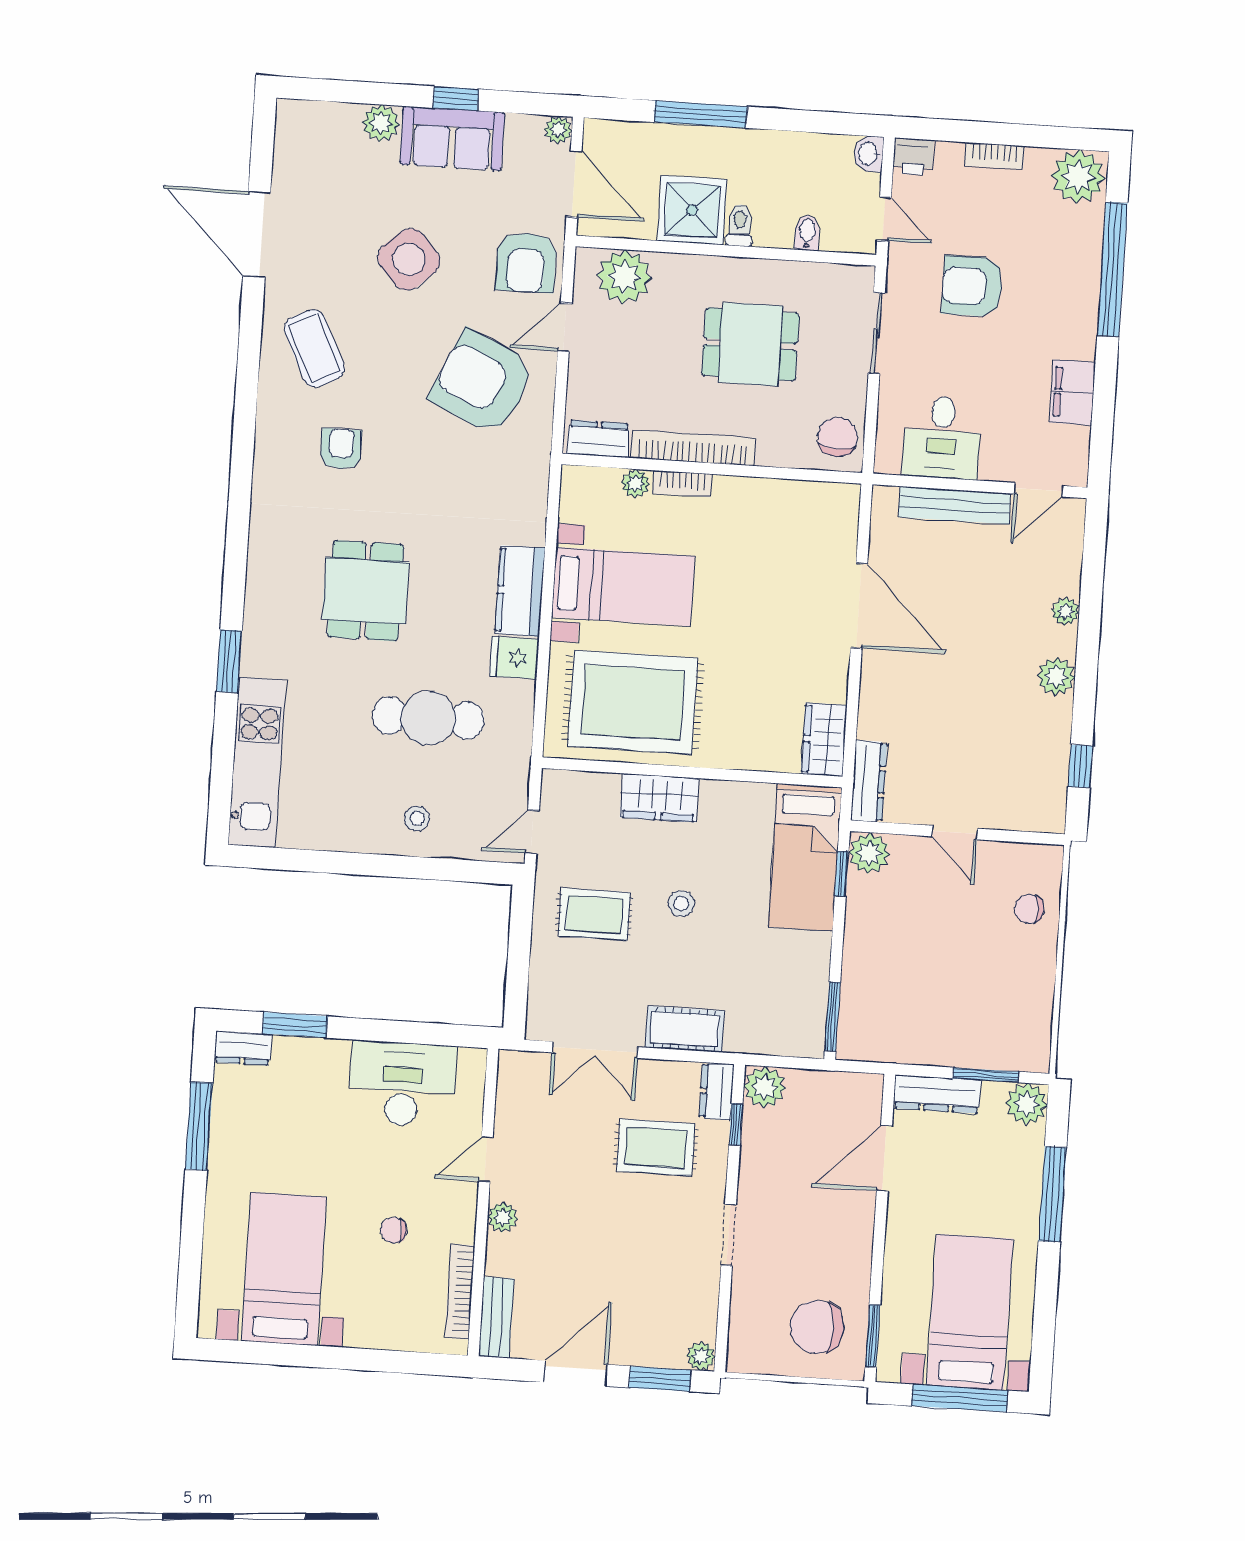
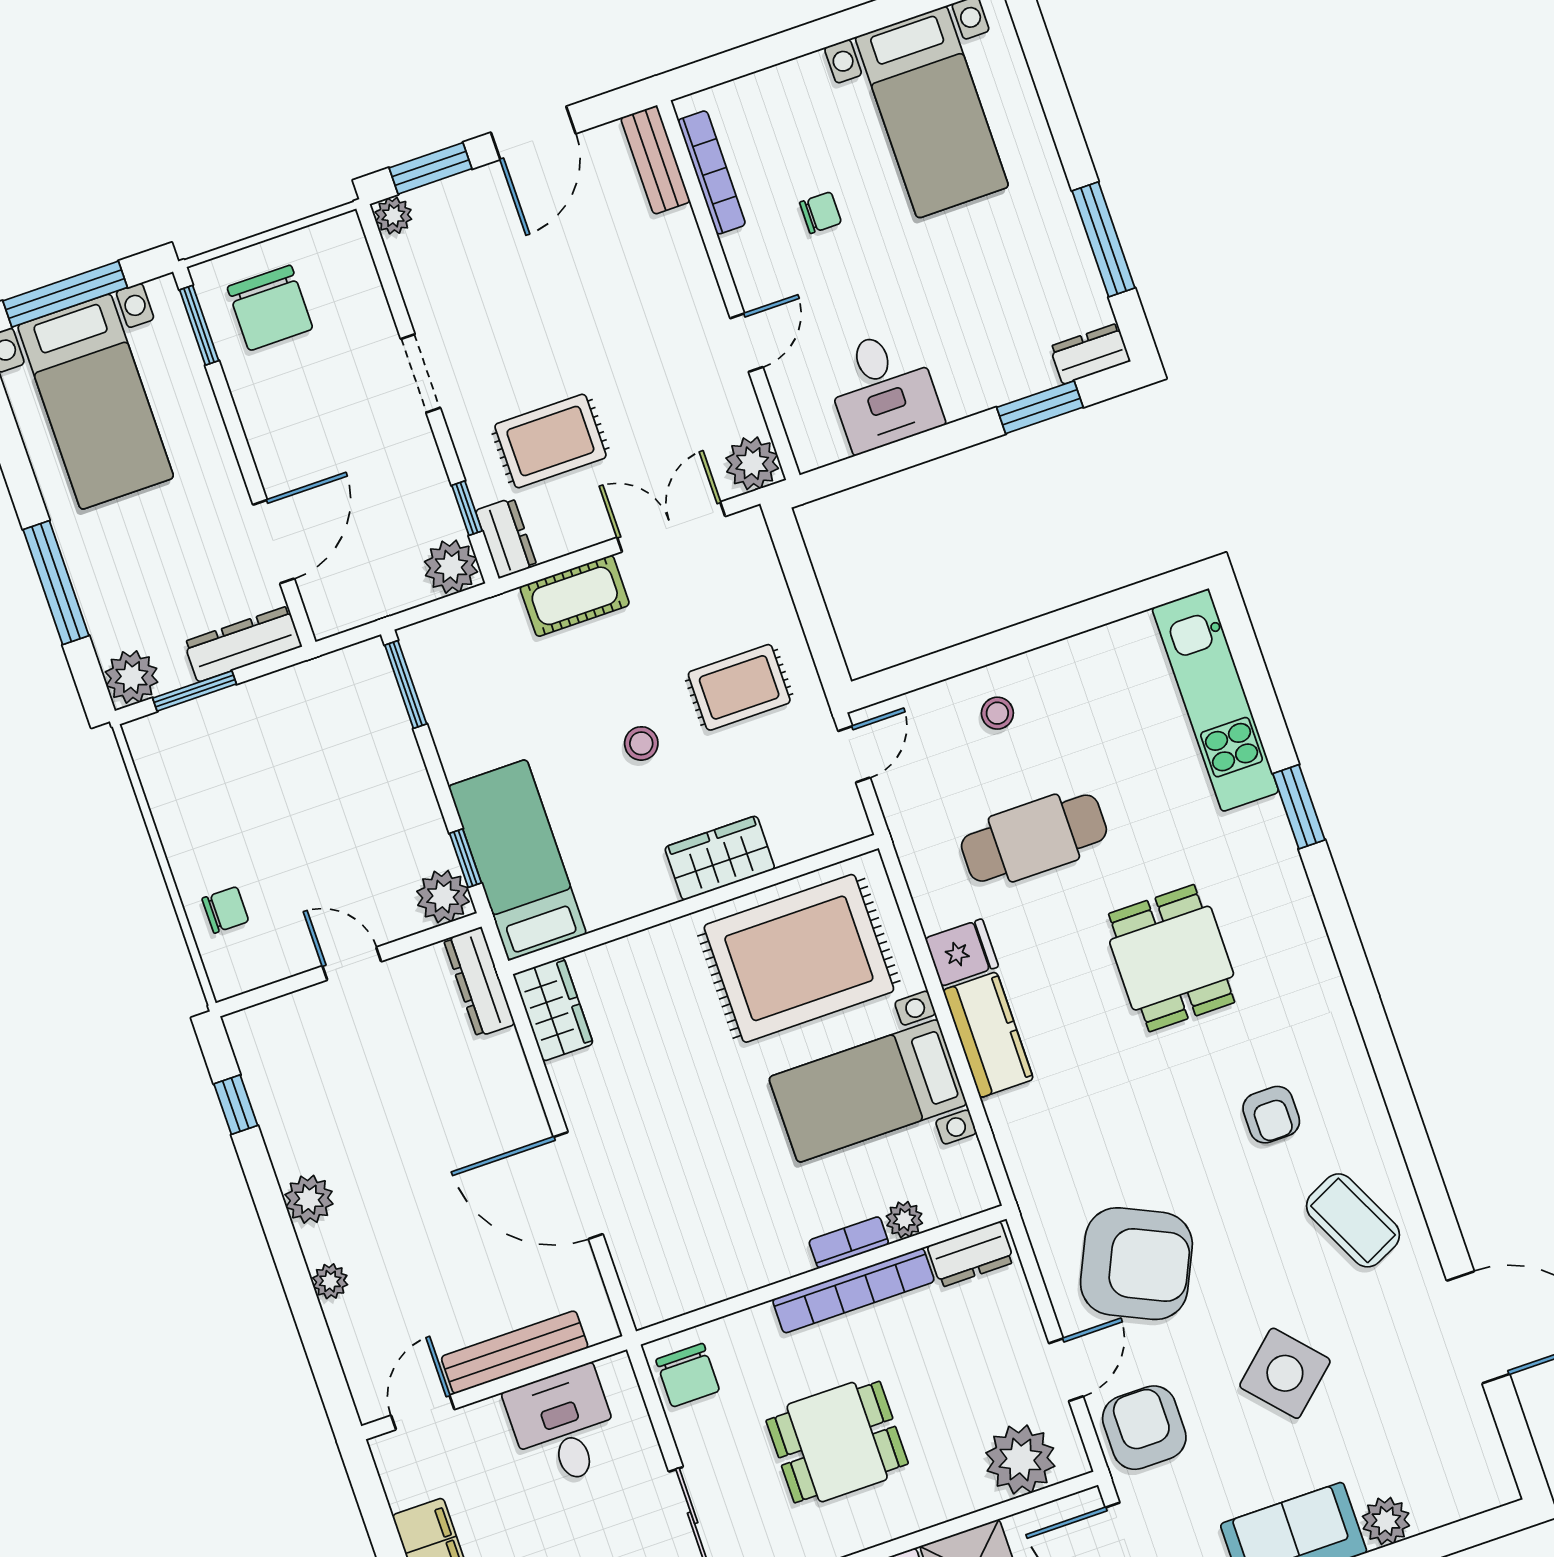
desk: (402, 1084) -> (883, 390), width x0.73
plant: (503, 1217) -> (752, 463), moved, width x1.38, depth x1.38
chair: (817, 1327) -> (270, 308), turned 90

